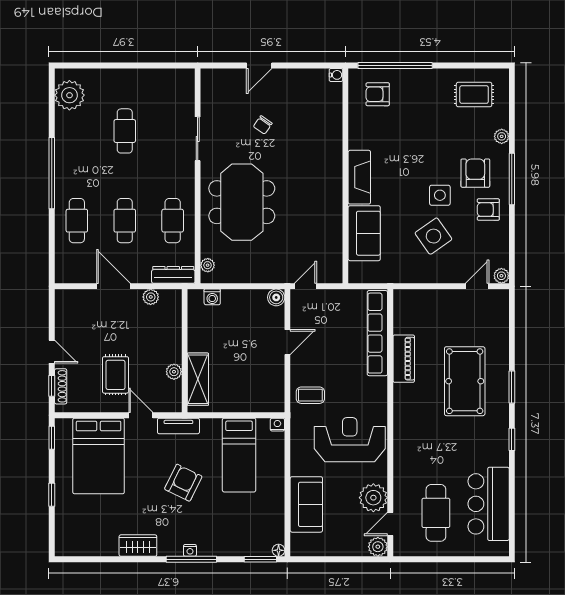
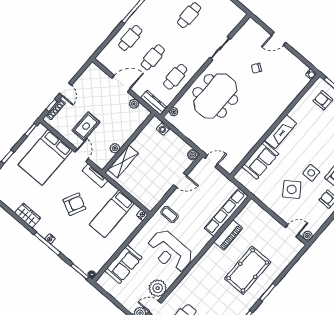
door: (114, 286) -> (121, 84), hinge flipped
reception desk: (350, 440) -> (170, 251), turned 180

